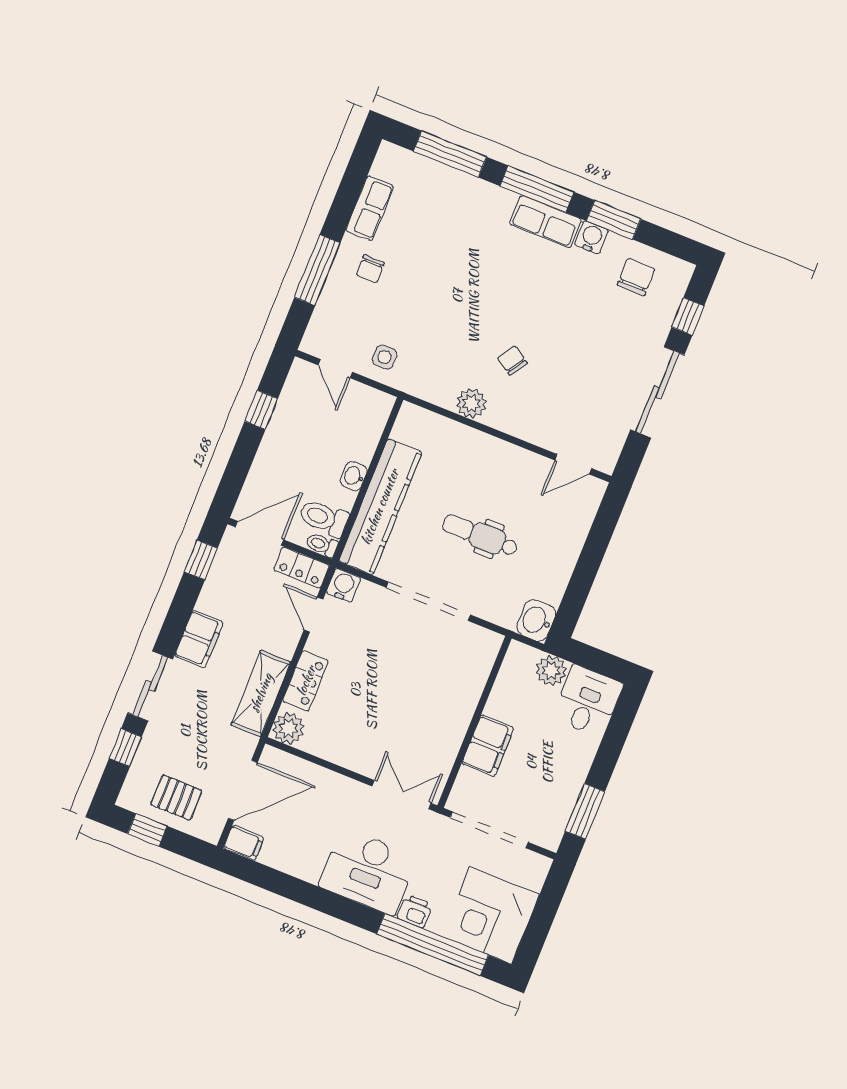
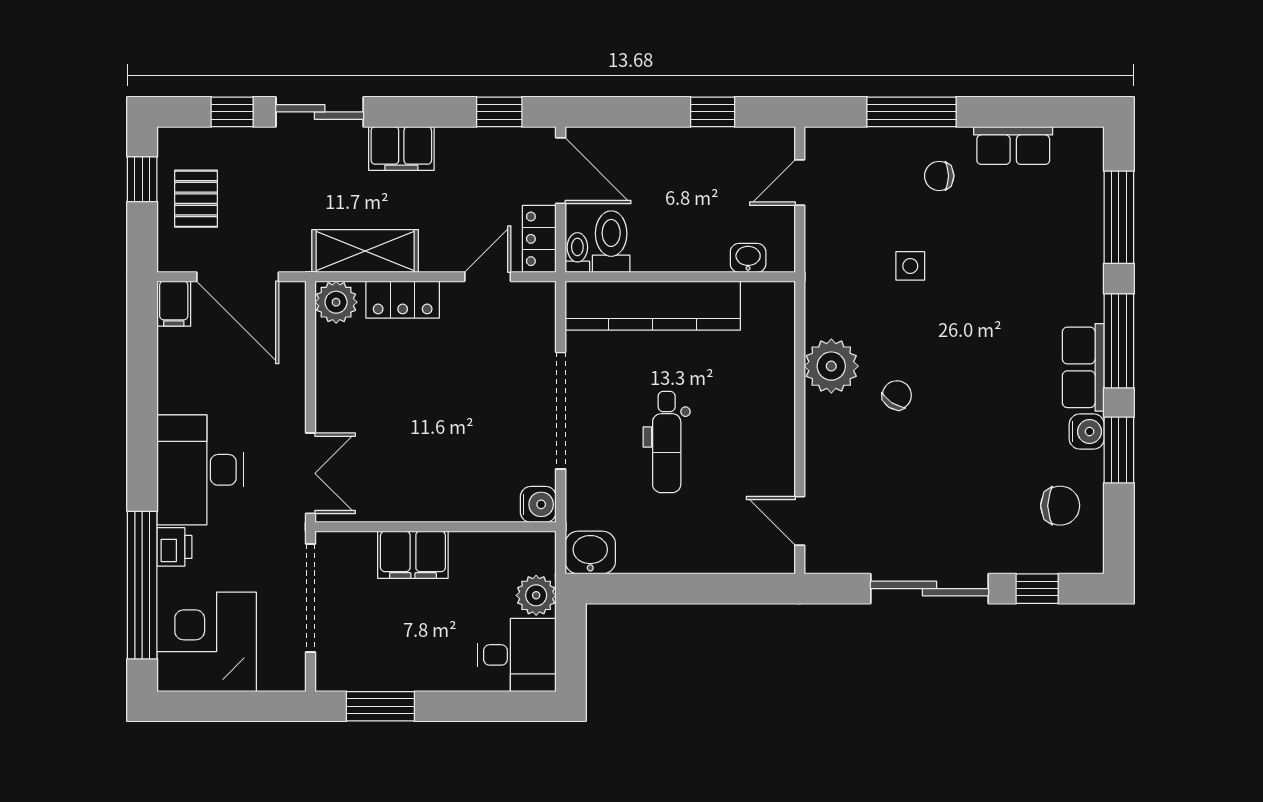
side table: (385, 357) -> (910, 266), moved
plant: (471, 403) -> (831, 366), width x1.36, depth x1.36
washbasin: (354, 476) -> (748, 258), moved
dental chair: (480, 535) -> (667, 442), turned 180
water cooler: (343, 585) -> (538, 504), moved

